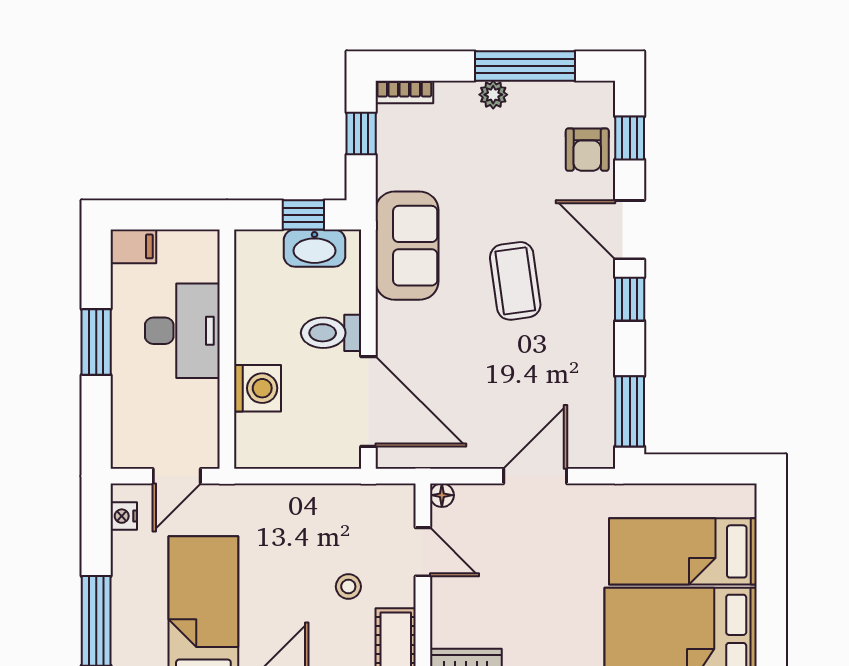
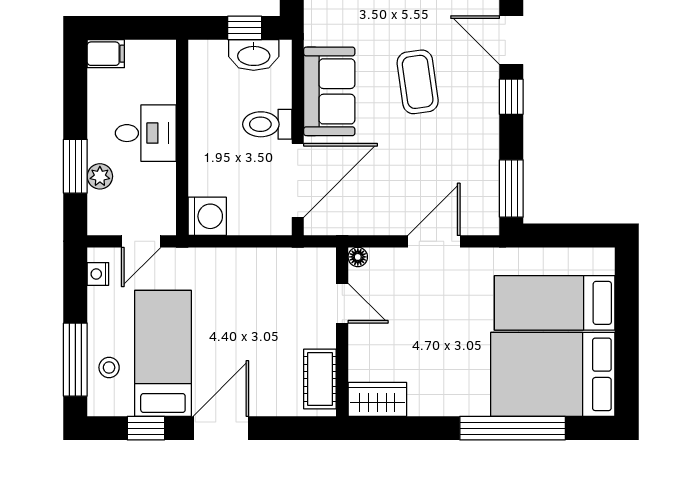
sofa: (407, 246) -> (329, 91), moved
desk: (182, 331) -> (146, 133), width x0.73
window: (96, 342) -> (75, 166), moved
washing machine: (257, 388) -> (207, 216), moved
plant: (126, 397) -> (100, 176), added
door: (368, 401) -> (298, 180), hinge flipped
stool: (348, 586) -> (109, 367), moved

